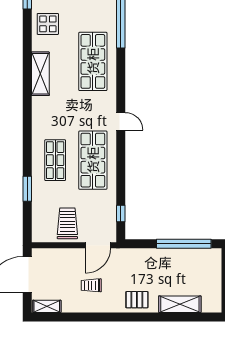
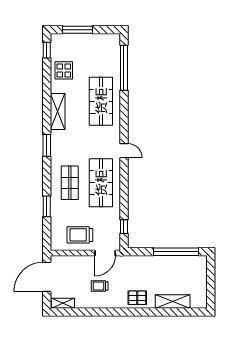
window: (27, 115) -> (47, 145), added
trolley: (67, 223) -> (80, 235), turned -90

